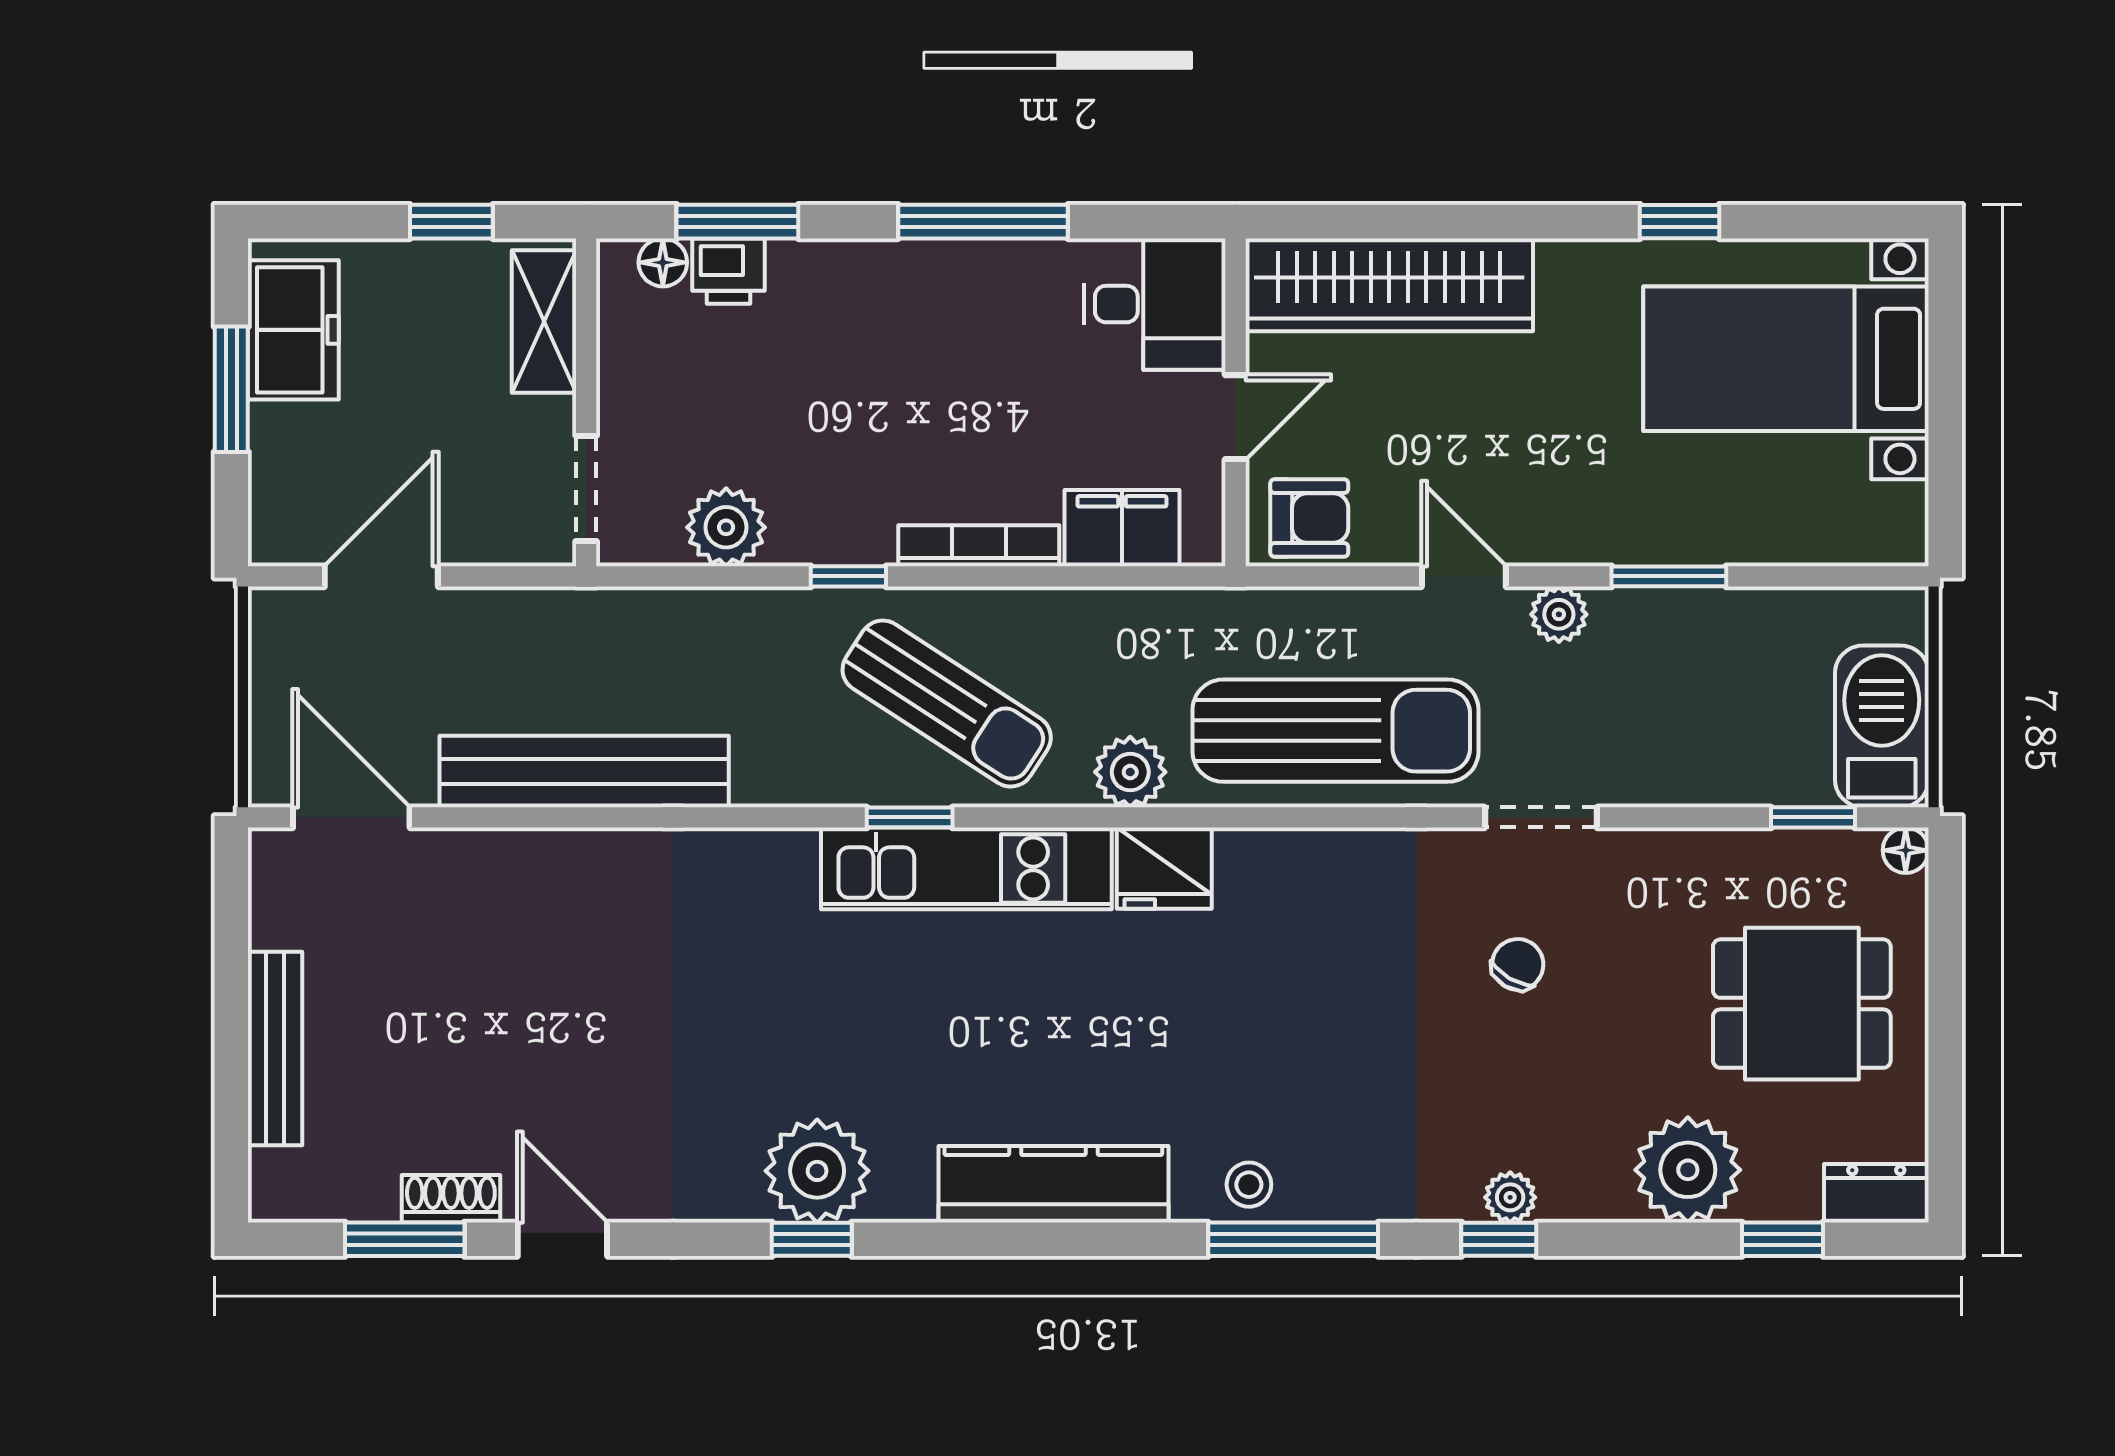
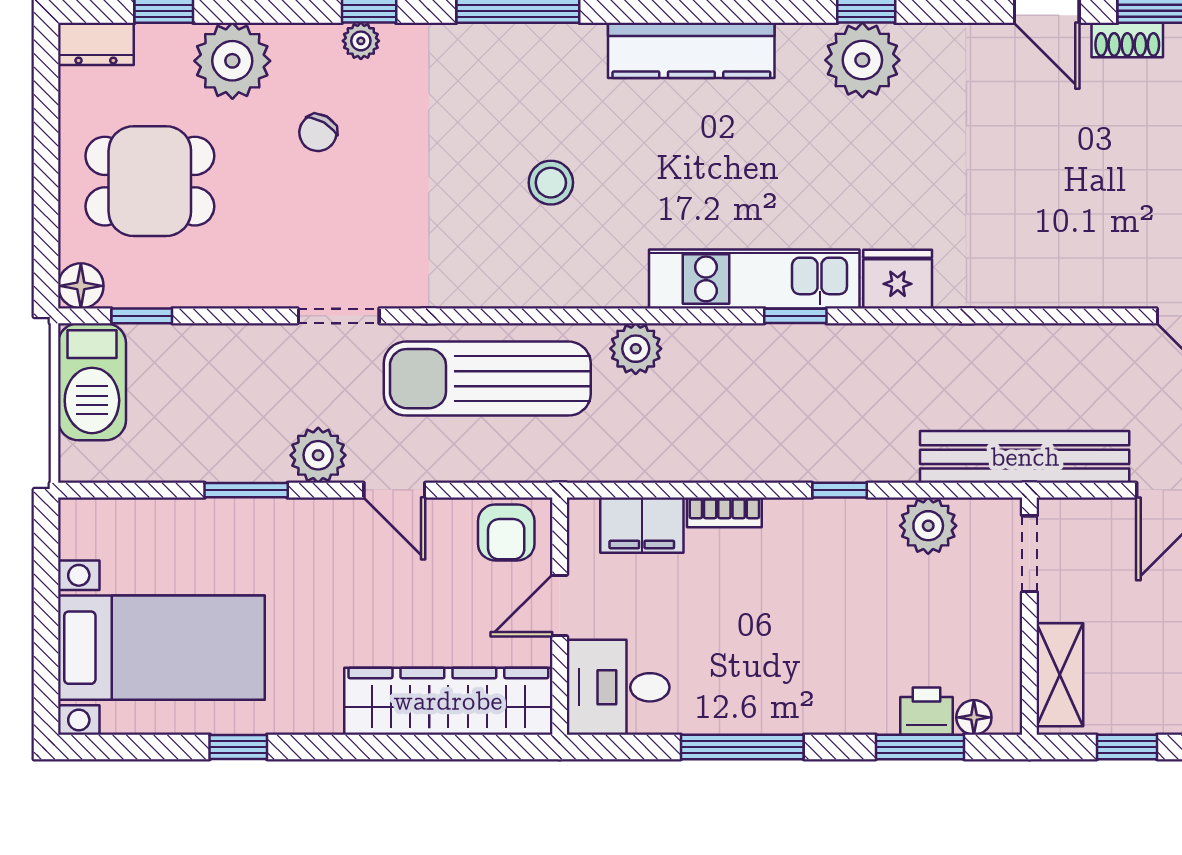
armchair: (1309, 518) -> (506, 532), turned -90
bookcase: (979, 546) -> (724, 512), width x0.64
plant: (1559, 614) -> (318, 455), width x1.38, depth x1.38
sun lounger: (947, 704) -> (769, 398), removed
bench: (584, 771) -> (1025, 457), moved
floor lamp: (1906, 850) -> (81, 286), width x1.37, depth x1.37
fridge: (1164, 868) -> (898, 279), moved
chair: (1518, 964) -> (318, 133), moved
stool: (1249, 1185) -> (551, 183), moved, width x1.37, depth x1.37

